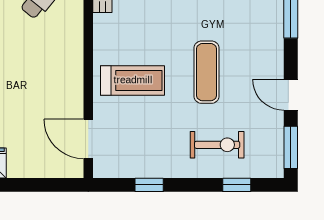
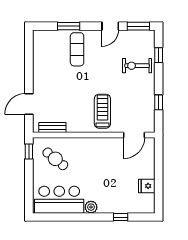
exercise mat: (207, 72) -> (77, 49), moved, turned 90
exercise bike: (217, 145) -> (137, 66), turned -90

